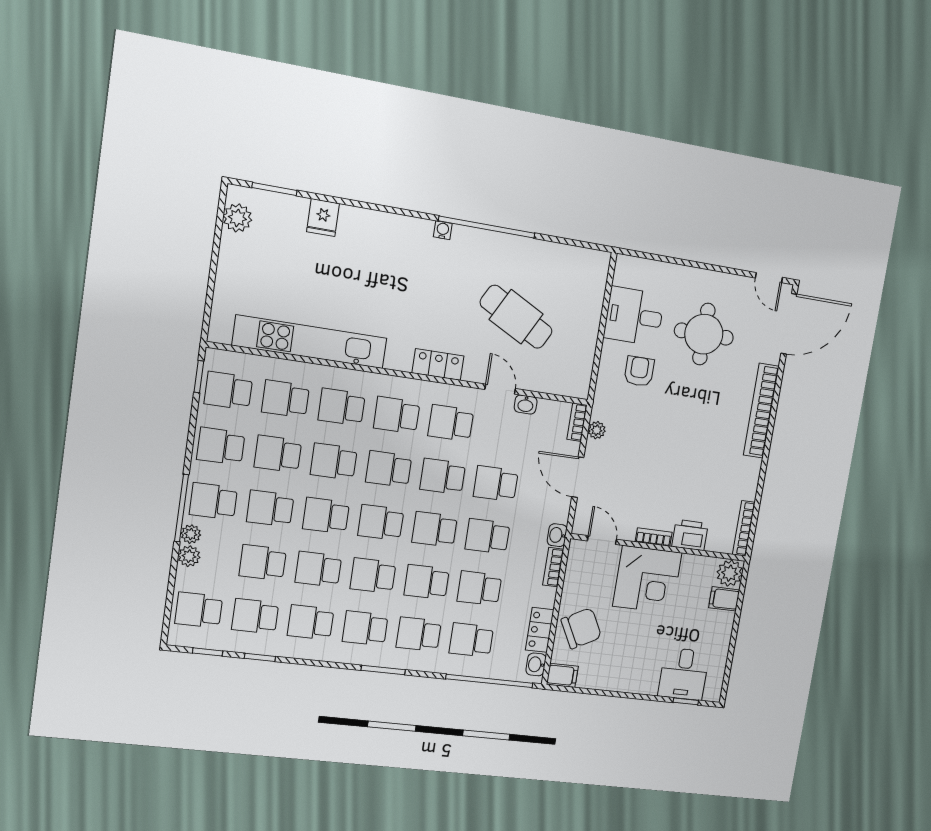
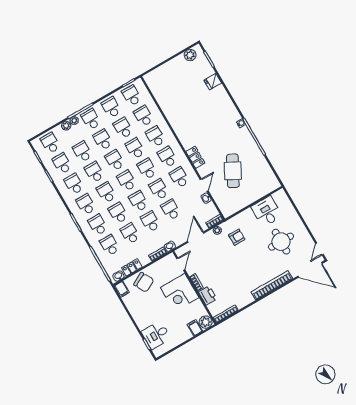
kitchen unit: (310, 342) -> (169, 109), removed
armchair: (639, 371) -> (237, 237), moved

